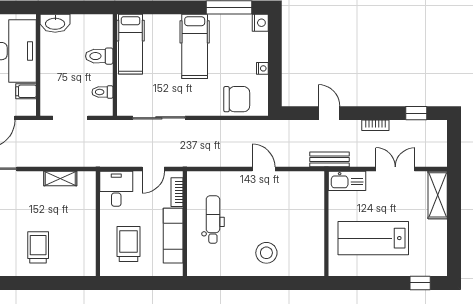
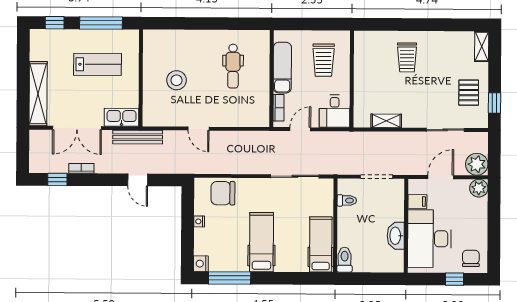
washbasin: (55, 23) -> (396, 236), moved, turned -90
toilet: (99, 56) -> (345, 260), moved, turned -90
bookcase: (375, 125) -> (81, 168), moved
bench: (330, 159) -> (138, 137), width x1.36
double door: (395, 169) -> (77, 128), width x1.37
shelving: (438, 195) -> (38, 94), width x1.47
dental chair: (213, 219) -> (233, 66), moved
lab bench: (373, 238) -> (98, 64), width x0.73, depth x0.72
stool: (266, 253) -> (177, 80), moved
window: (370, 283) -> (101, 23), added

